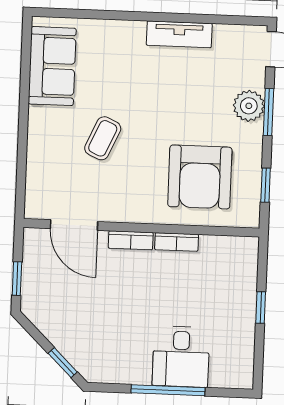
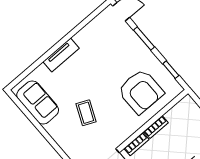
tv unit: (179, 34) -> (61, 55), moved
plant: (249, 106) -> (134, 43), removed

